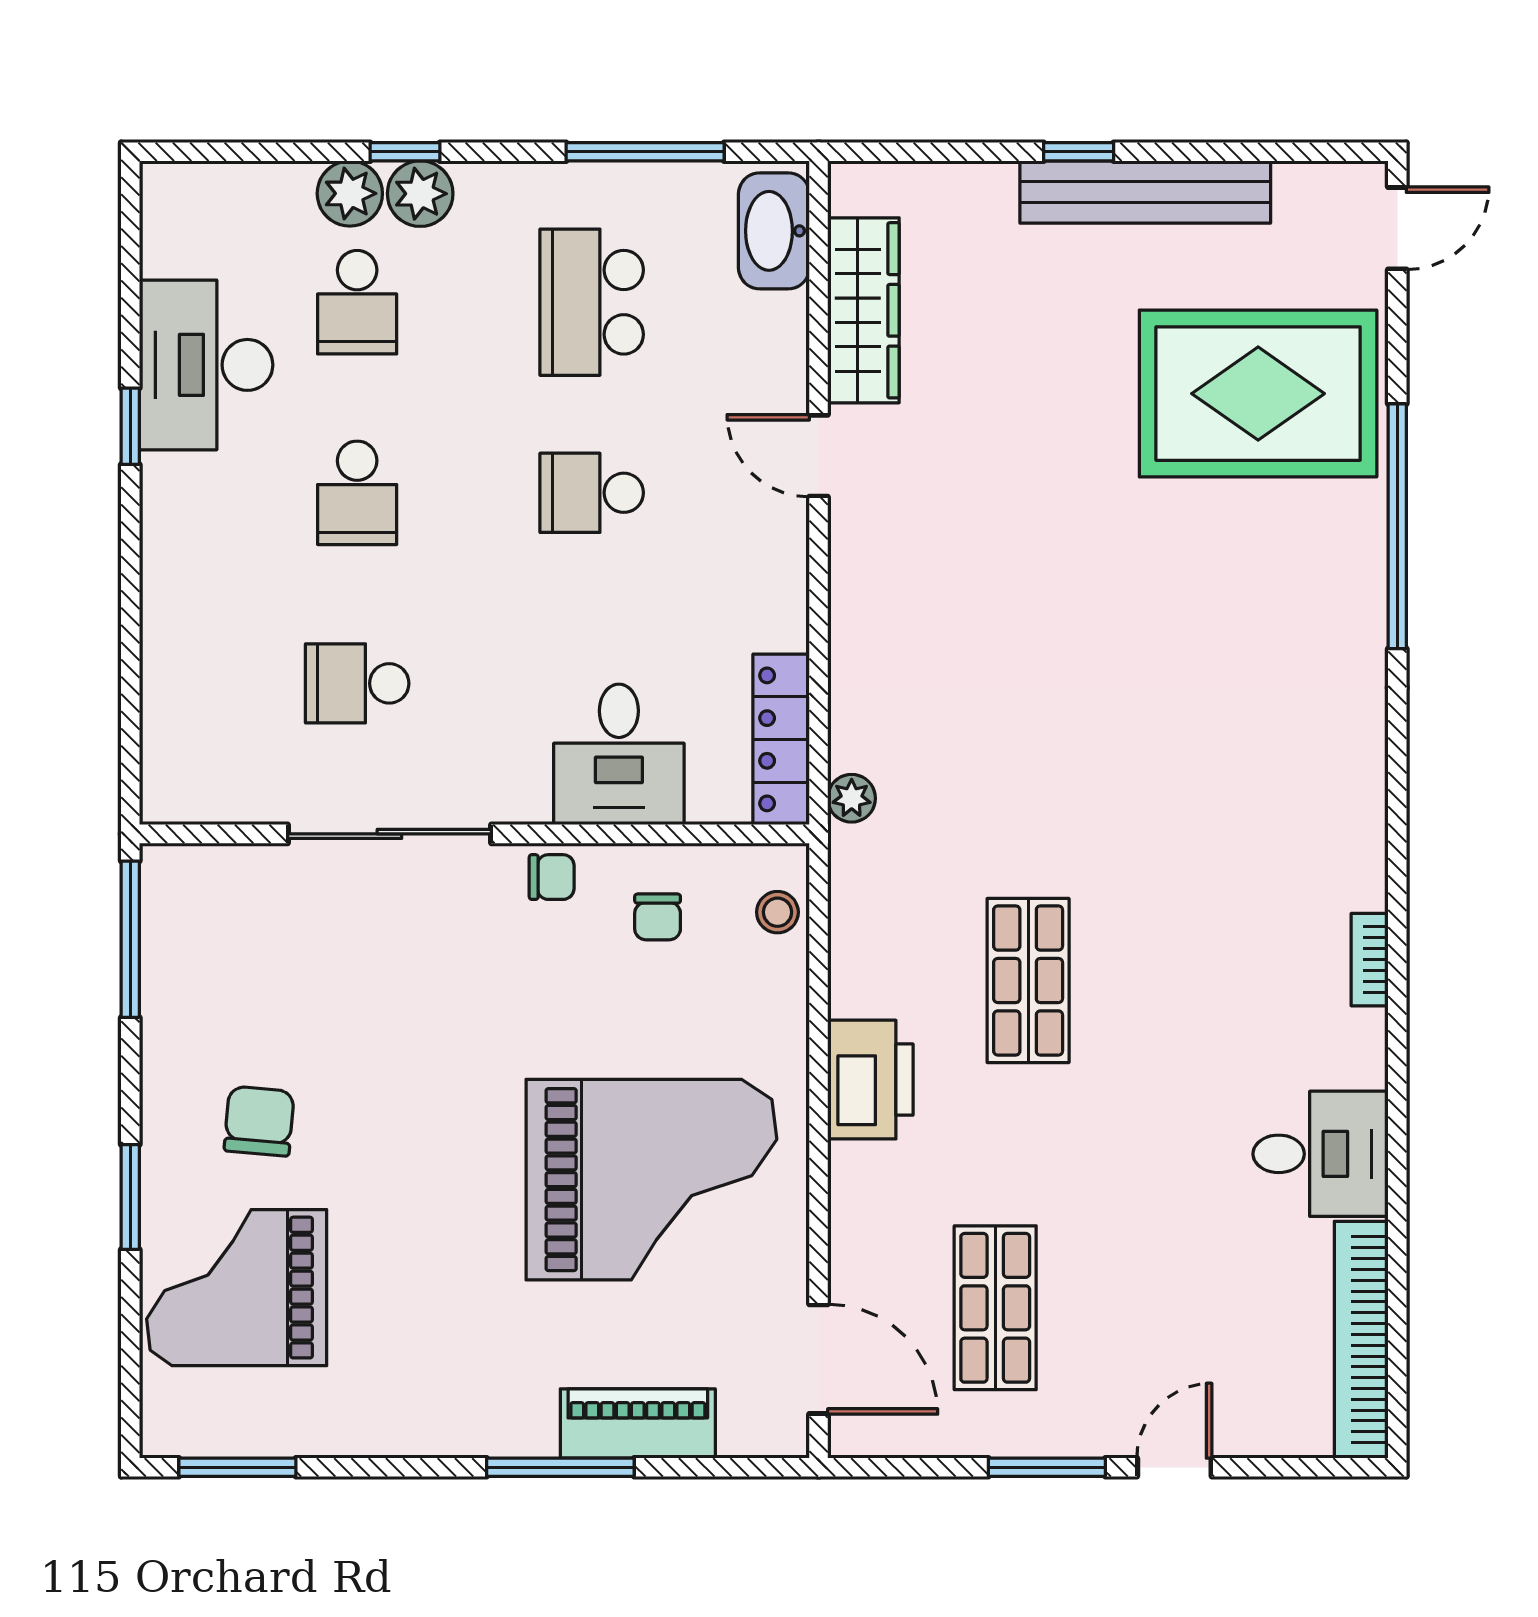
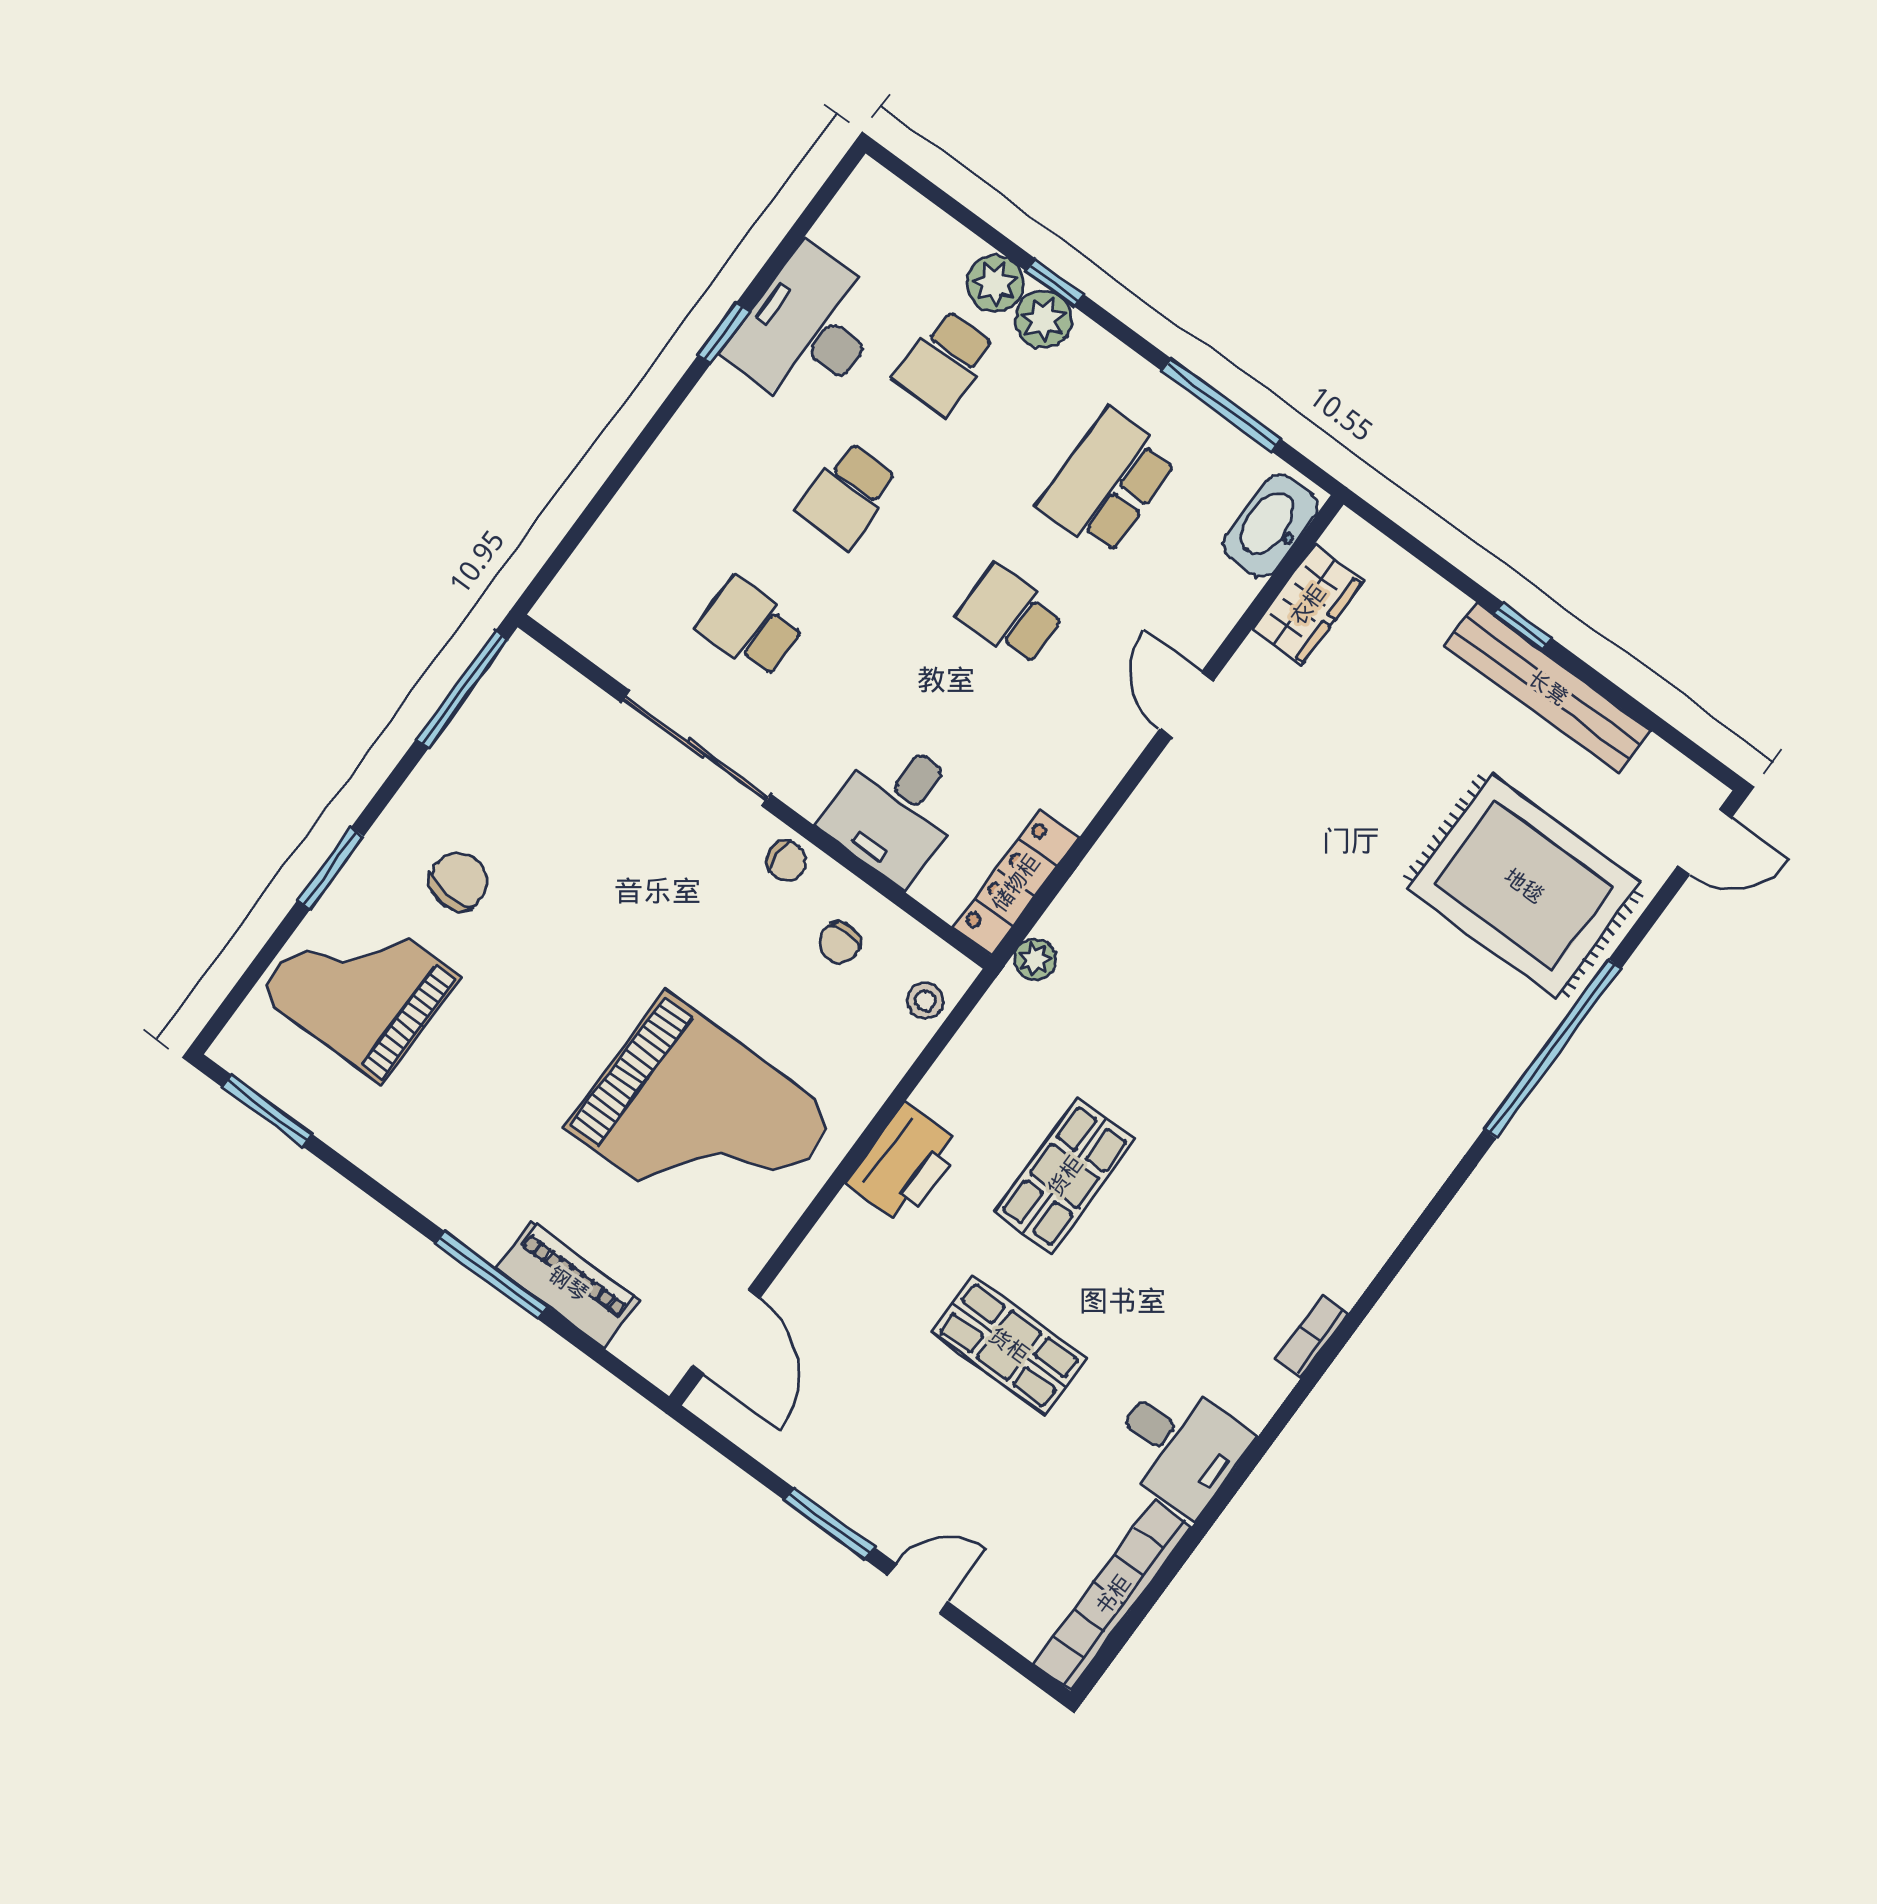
wardrobe: (863, 310) -> (1308, 605), width x0.67
shop shelf: (995, 1308) -> (1009, 1345), moved, turned 90

